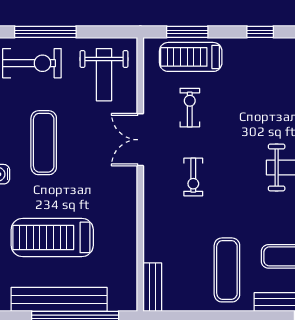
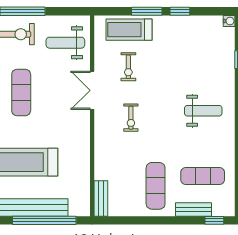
window: (187, 32) -> (147, 11), moved
weight bench: (104, 75) -> (65, 43), turned 90
exercise bike: (190, 108) -> (128, 67), turned 180

